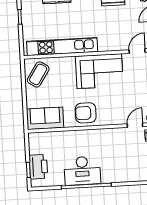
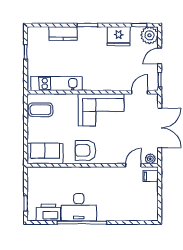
kitchen unit: (62, 46) -> (57, 83), width x0.73
coffee table: (38, 74) -> (41, 110), turned 57
printer: (38, 167) -> (48, 212), moved, turned -90

